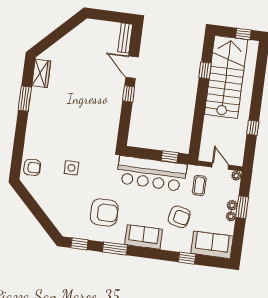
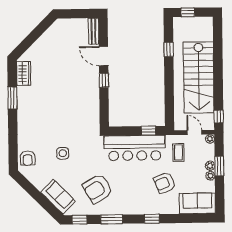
window: (243, 34) -> (188, 12), moved
stairs: (226, 77) -> (199, 77), moved, turned 180
window: (253, 128) -> (219, 116), moved
armchair: (32, 167) -> (28, 158), turned 90
armchair: (104, 213) -> (98, 189), turned 150
armchair: (179, 217) -> (165, 183), turned 147
sofa: (143, 237) -> (58, 197), moved, turned 45
window: (187, 258) -> (152, 219), moved

